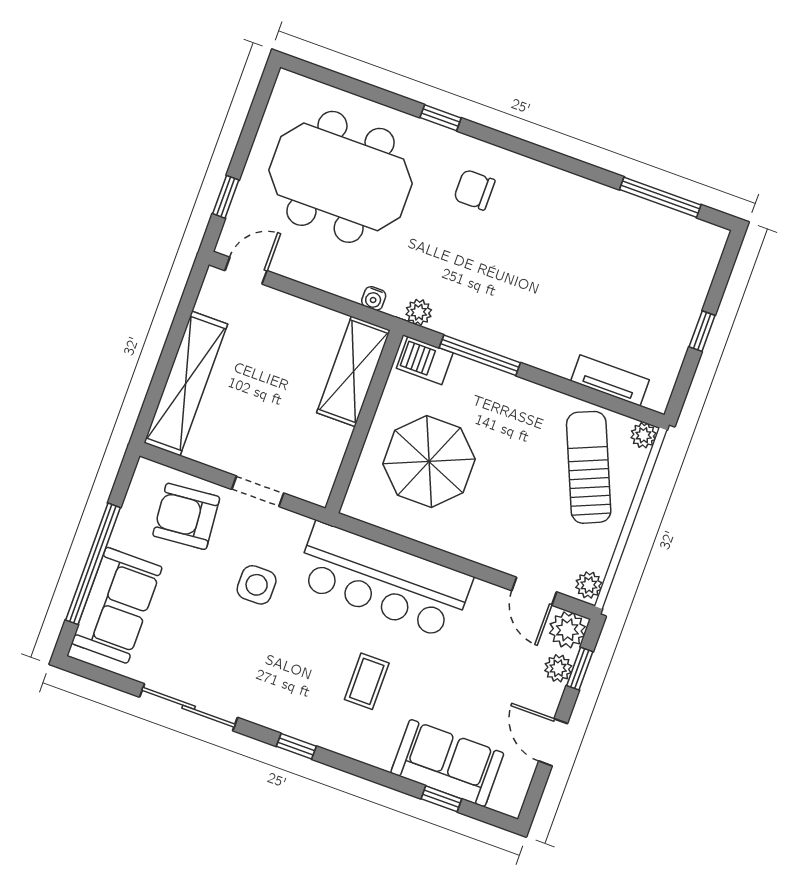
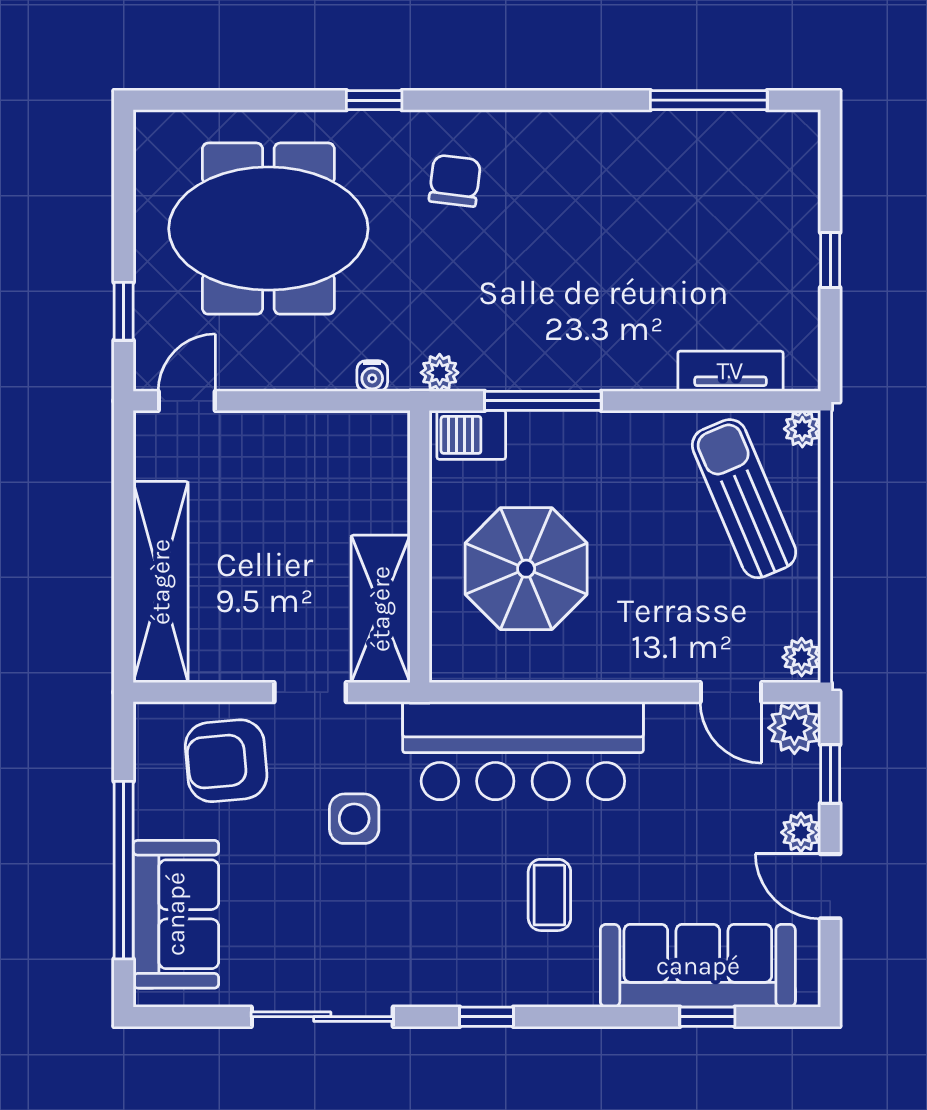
chair: (474, 190) -> (455, 181), turned 97
shelving: (353, 371) -> (381, 609), moved
plant: (558, 668) -> (801, 832), moved
sofa: (447, 763) -> (698, 966), width x1.36

